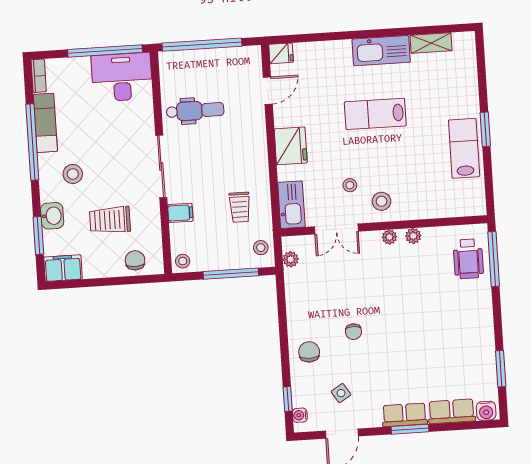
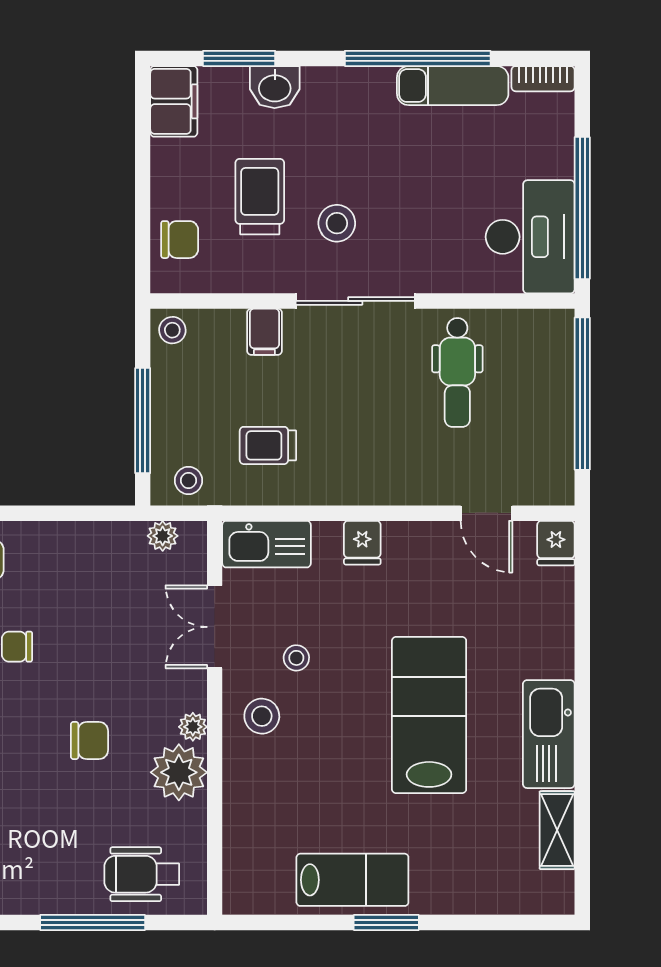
lab bench: (375, 114) -> (429, 715), width x1.36, depth x1.39
fridge: (291, 146) -> (362, 543), width x0.53, depth x0.75
stool: (73, 174) -> (337, 223), moved
plant: (413, 236) -> (179, 772), width x1.88, depth x1.88
window: (494, 259) -> (93, 922), moved
chair: (400, 291) -> (90, 741), added

